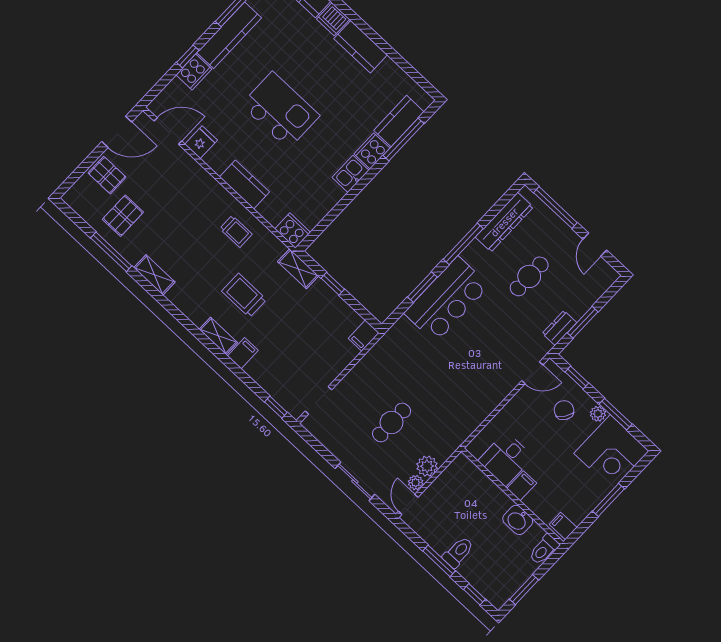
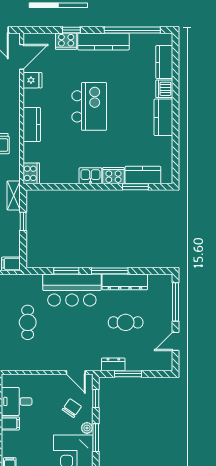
door: (168, 131) -> (22, 57), hinge flipped
window: (404, 140) -> (135, 187), width x0.69
dresser: (504, 222) -> (125, 282), moved
cafe table: (437, 374) -> (28, 322), added

